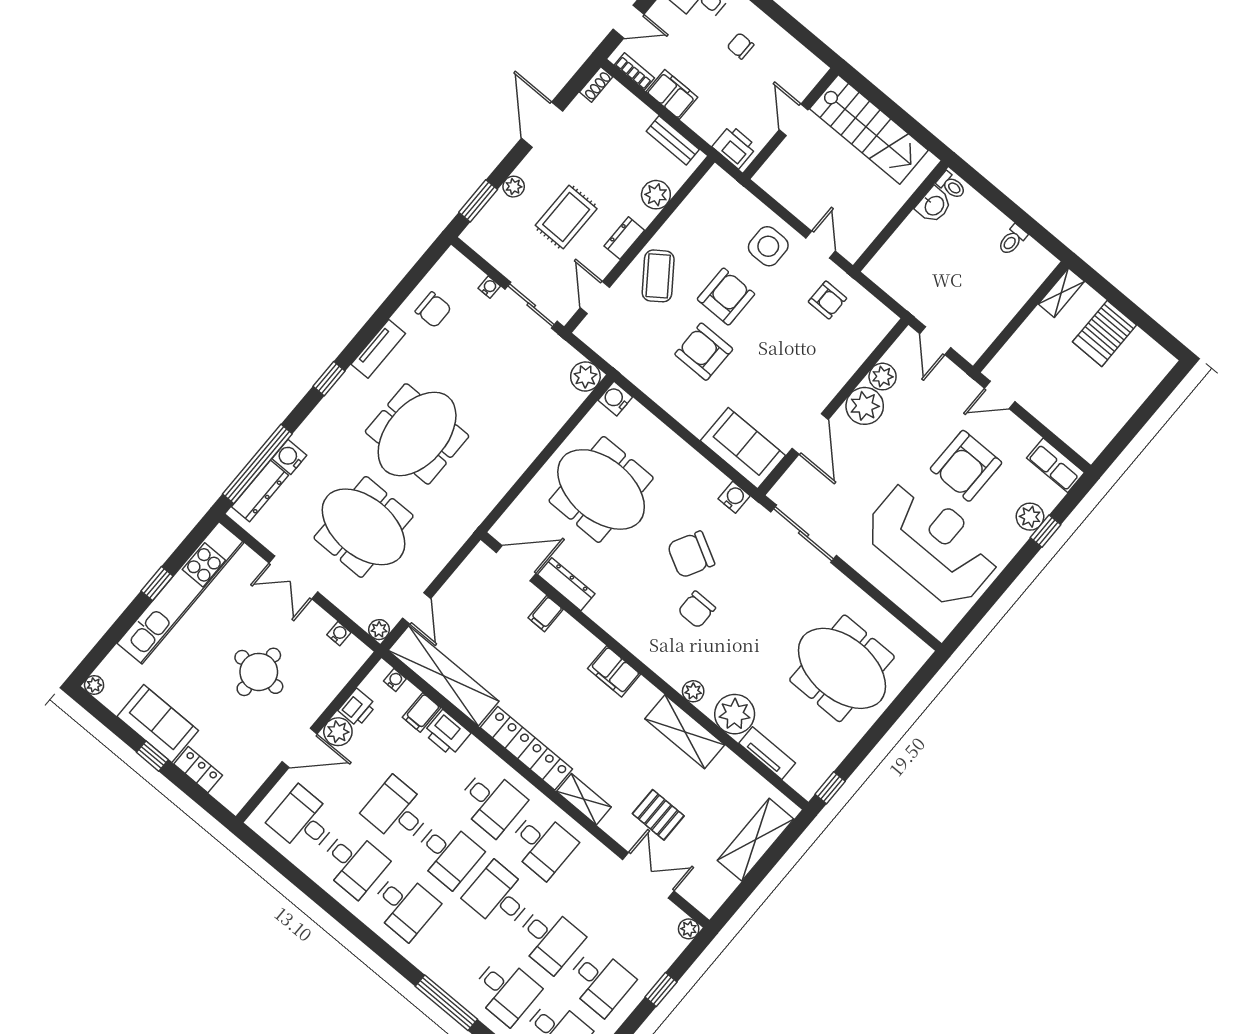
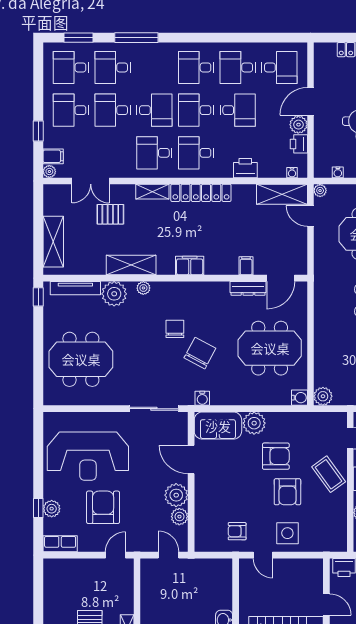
plant: (696, 414) -> (254, 423), added
shelving: (444, 676) -> (282, 194), width x0.68
filing cabinet: (422, 712) -> (53, 156), moved, turned 90
tv unit: (767, 753) -> (75, 288), width x1.41

